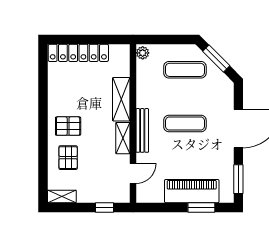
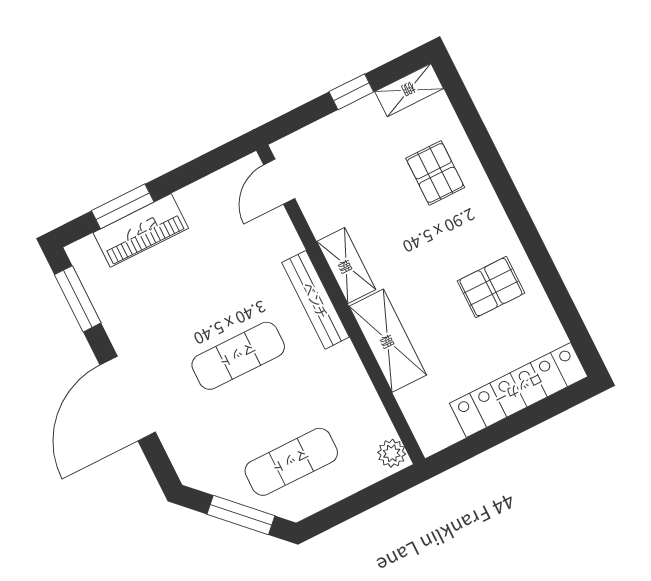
pallet: (68, 126) -> (491, 287), moved
door: (133, 173) -> (279, 182), moved
piano: (192, 191) -> (141, 230), width x0.73, depth x0.75
window: (104, 207) -> (351, 92), moved

